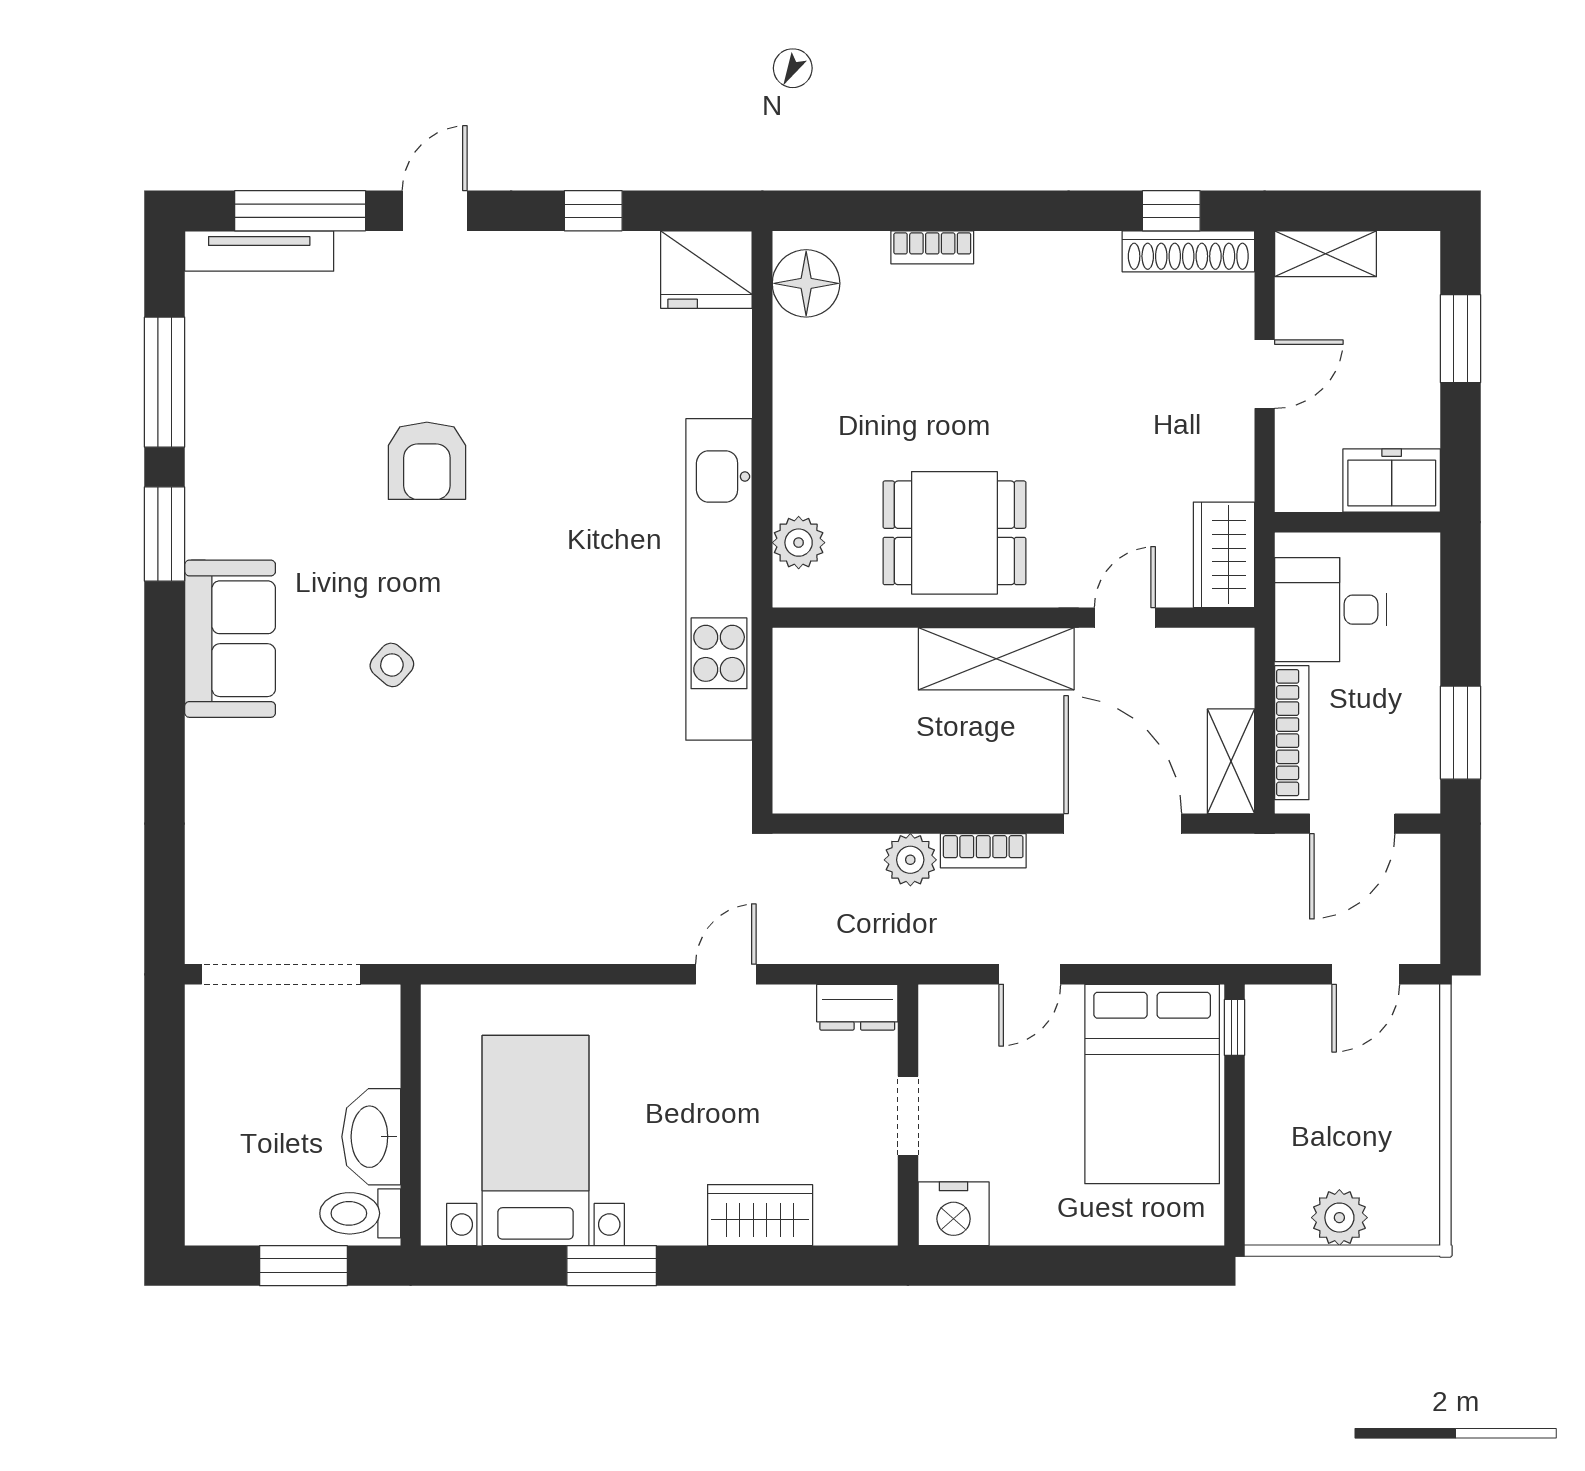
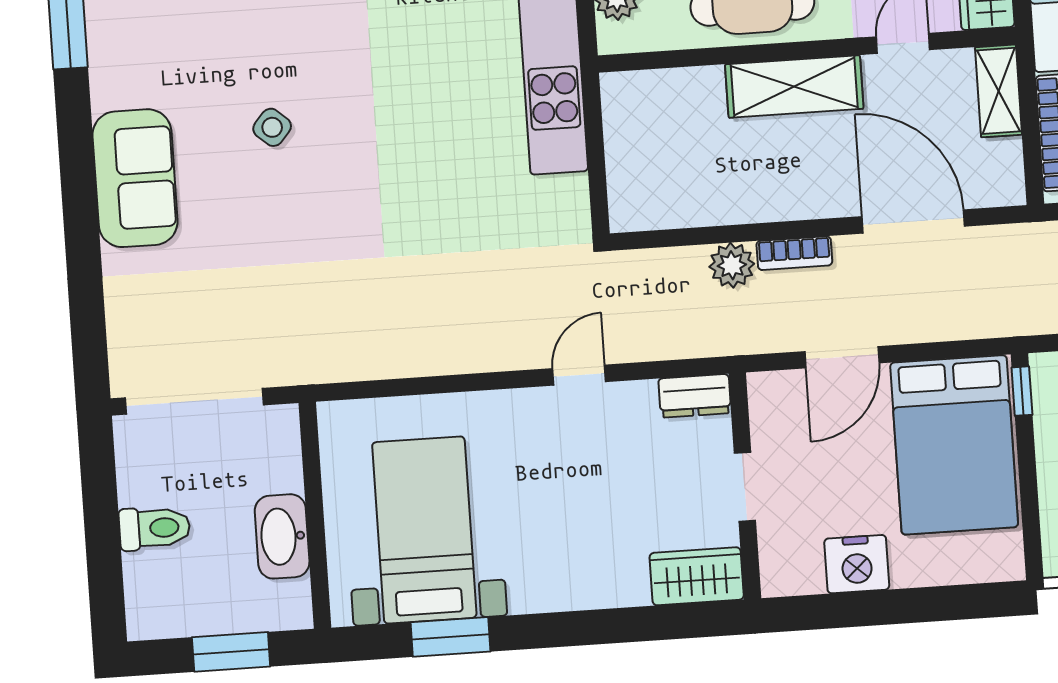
sofa: (230, 639) -> (135, 178), moved
shelving: (1231, 761) -> (999, 91), moved
door: (1030, 974) -> (842, 357), width x1.37
toilet: (360, 1213) -> (155, 528), moved, turned 180
nightstand: (954, 1214) -> (857, 564), moved
wardrobe: (760, 1215) -> (697, 576), moved
window: (612, 1266) -> (450, 637), moved

